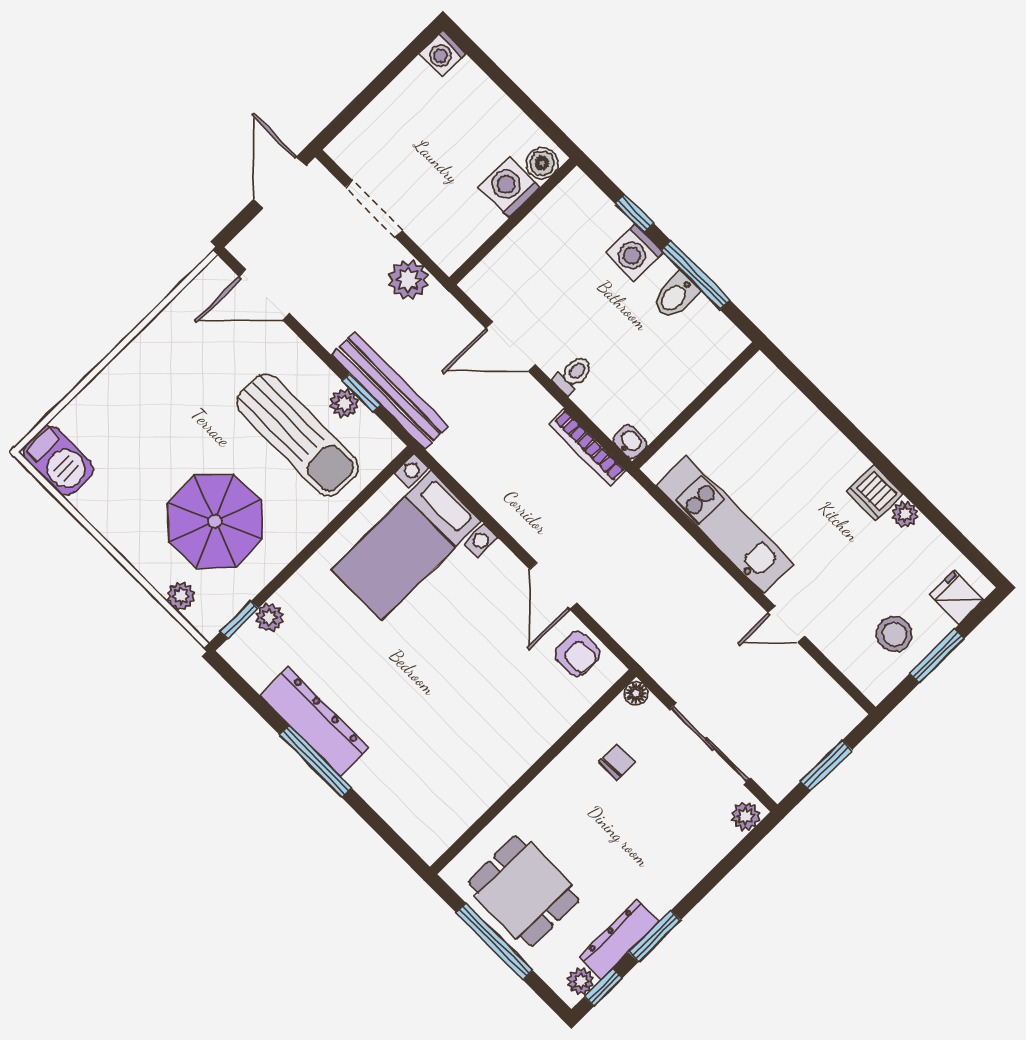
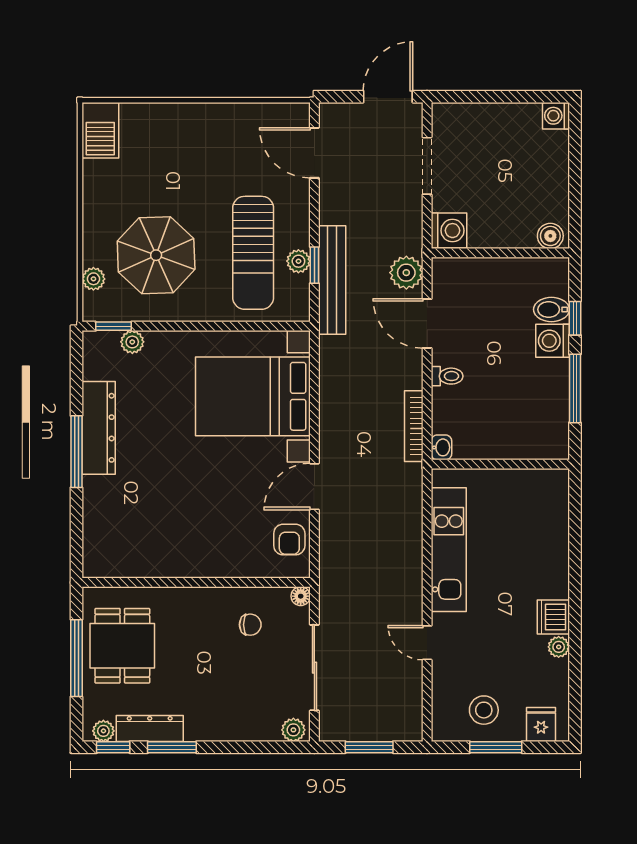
washing machine: (509, 187) -> (449, 231), moved, turned 90
plant: (408, 280) -> (406, 273), moved
bidet: (675, 296) -> (551, 309), moved
bed with nightstands: (406, 545) -> (253, 396), width x1.36

